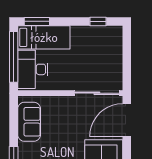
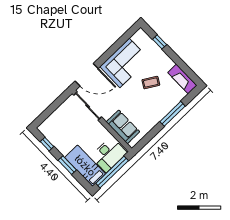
window: (37, 21) -> (67, 165), moved
sofa: (29, 122) -> (123, 127), moved, turned 90

